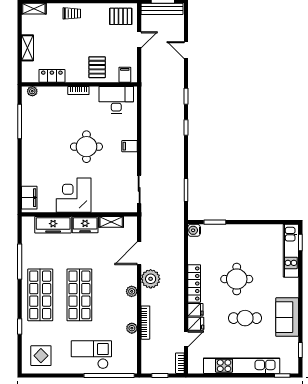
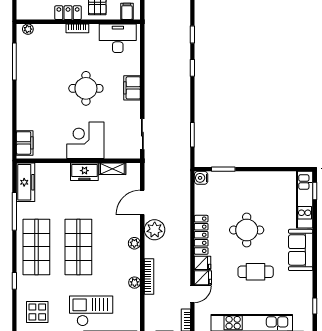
locker: (52, 76) -> (68, 13), moved
filing cabinet: (130, 146) -> (132, 88), width x2.00
corner desk: (74, 195) -> (85, 140), moved
freezer: (53, 225) -> (26, 182), moved, turned -90
sofa: (287, 317) -> (301, 250), moved

